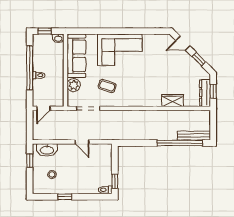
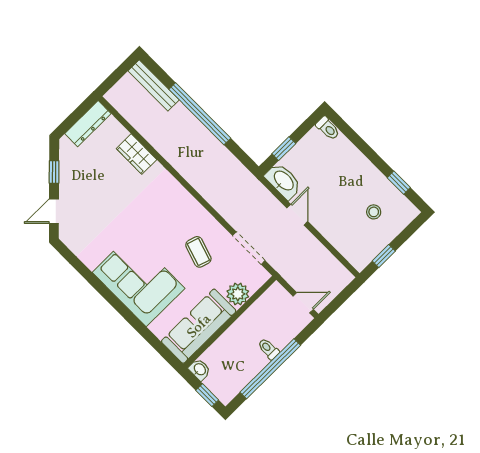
door: (183, 43) -> (54, 211), swing flipped
window: (213, 91) -> (76, 116), removed
window: (180, 143) -> (200, 114), moved
washbasin: (47, 150) -> (283, 181), moved
window: (115, 181) -> (284, 149), moved
window: (65, 197) -> (399, 183), moved

